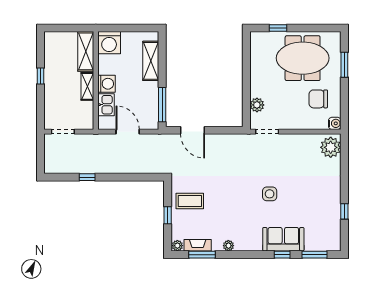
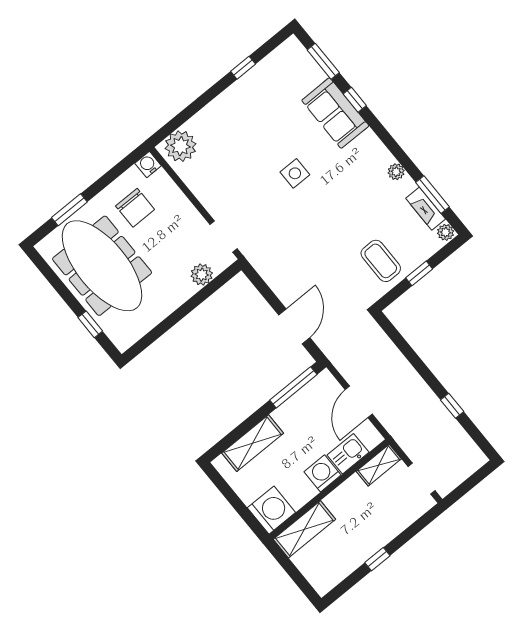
meeting table: (303, 58) -> (102, 266), width x1.36
shelving: (87, 86) -> (379, 465), moved

